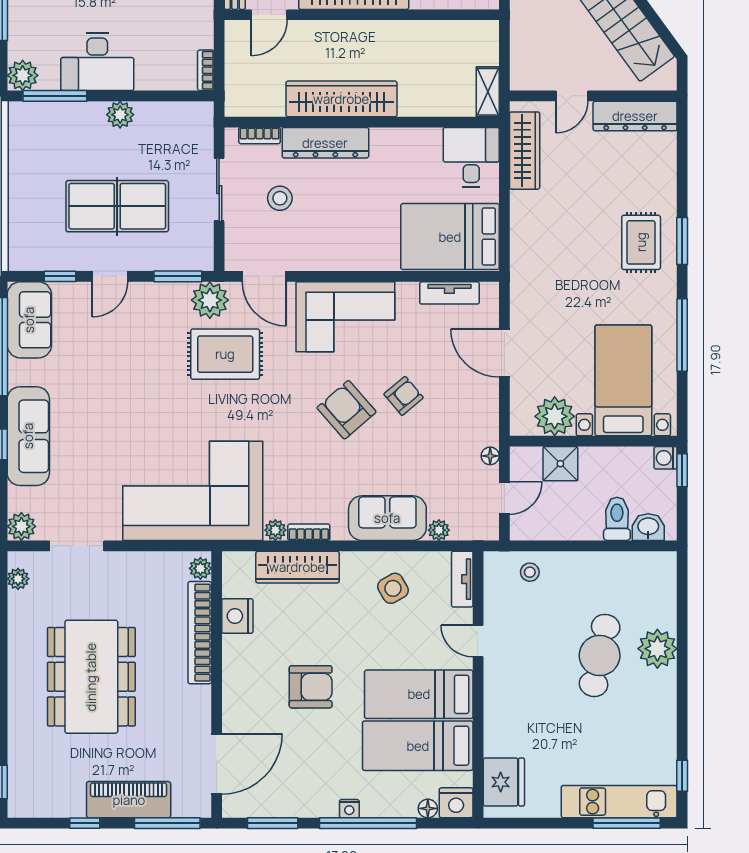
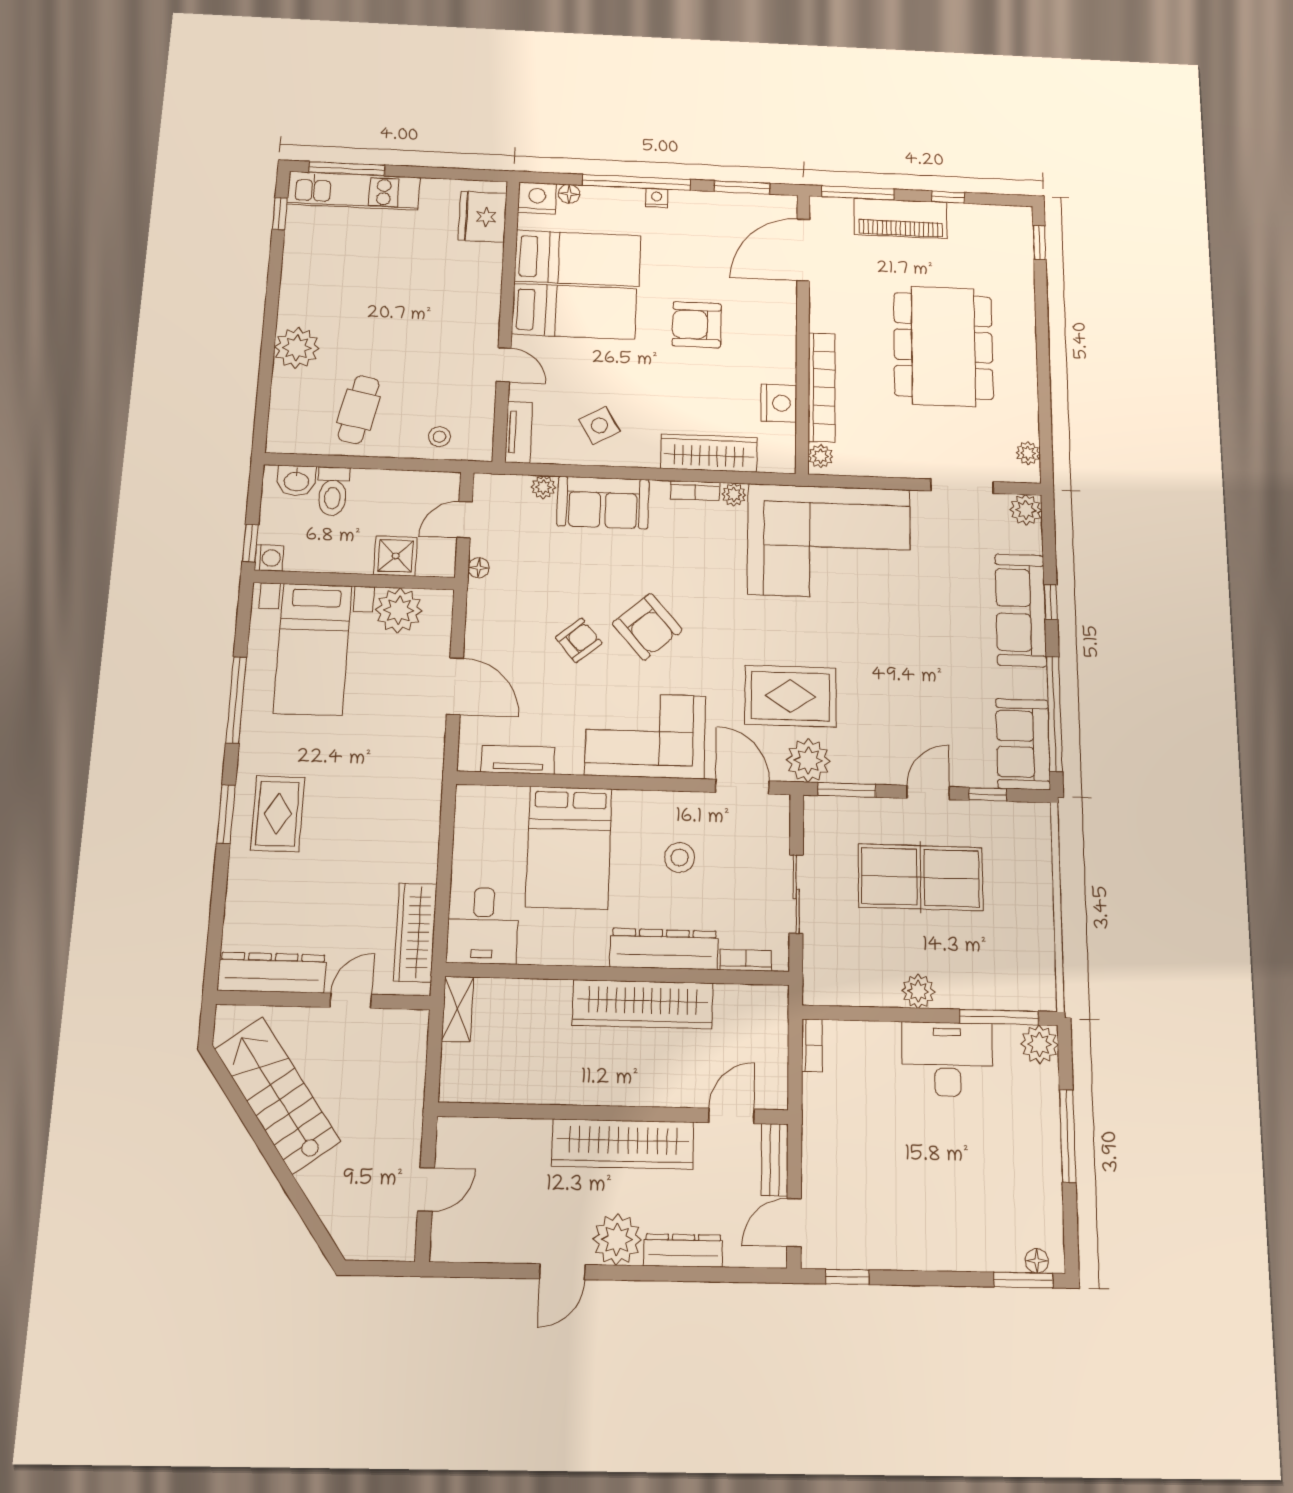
stool: (280, 198) -> (680, 857), moved
bed: (450, 237) -> (569, 847), moved, turned 90
armchair: (404, 396) -> (579, 640), turned 180
cafe table: (600, 655) -> (359, 410), moved, width x0.73, depth x0.74

